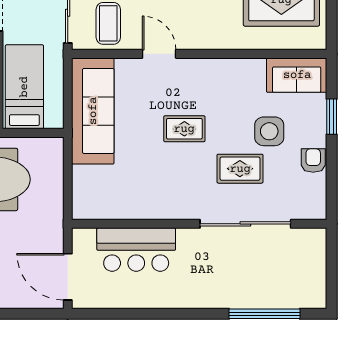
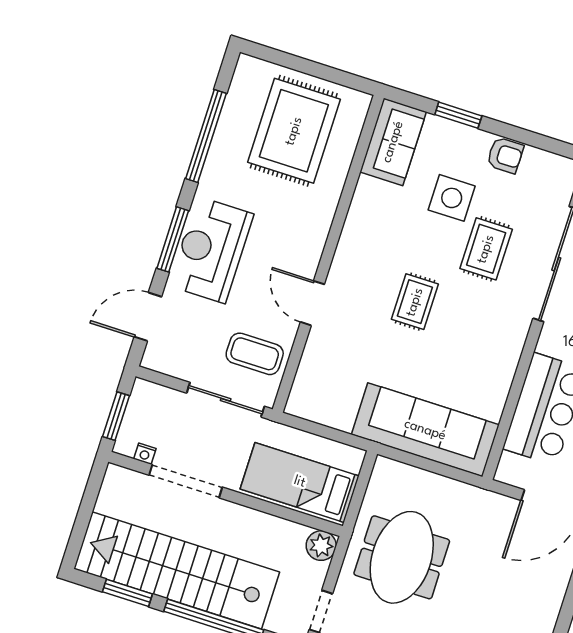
door: (159, 54) -> (312, 303), hinge flipped
sofa: (93, 111) -> (425, 430), moved
armchair: (313, 161) -> (505, 155), turned 180

